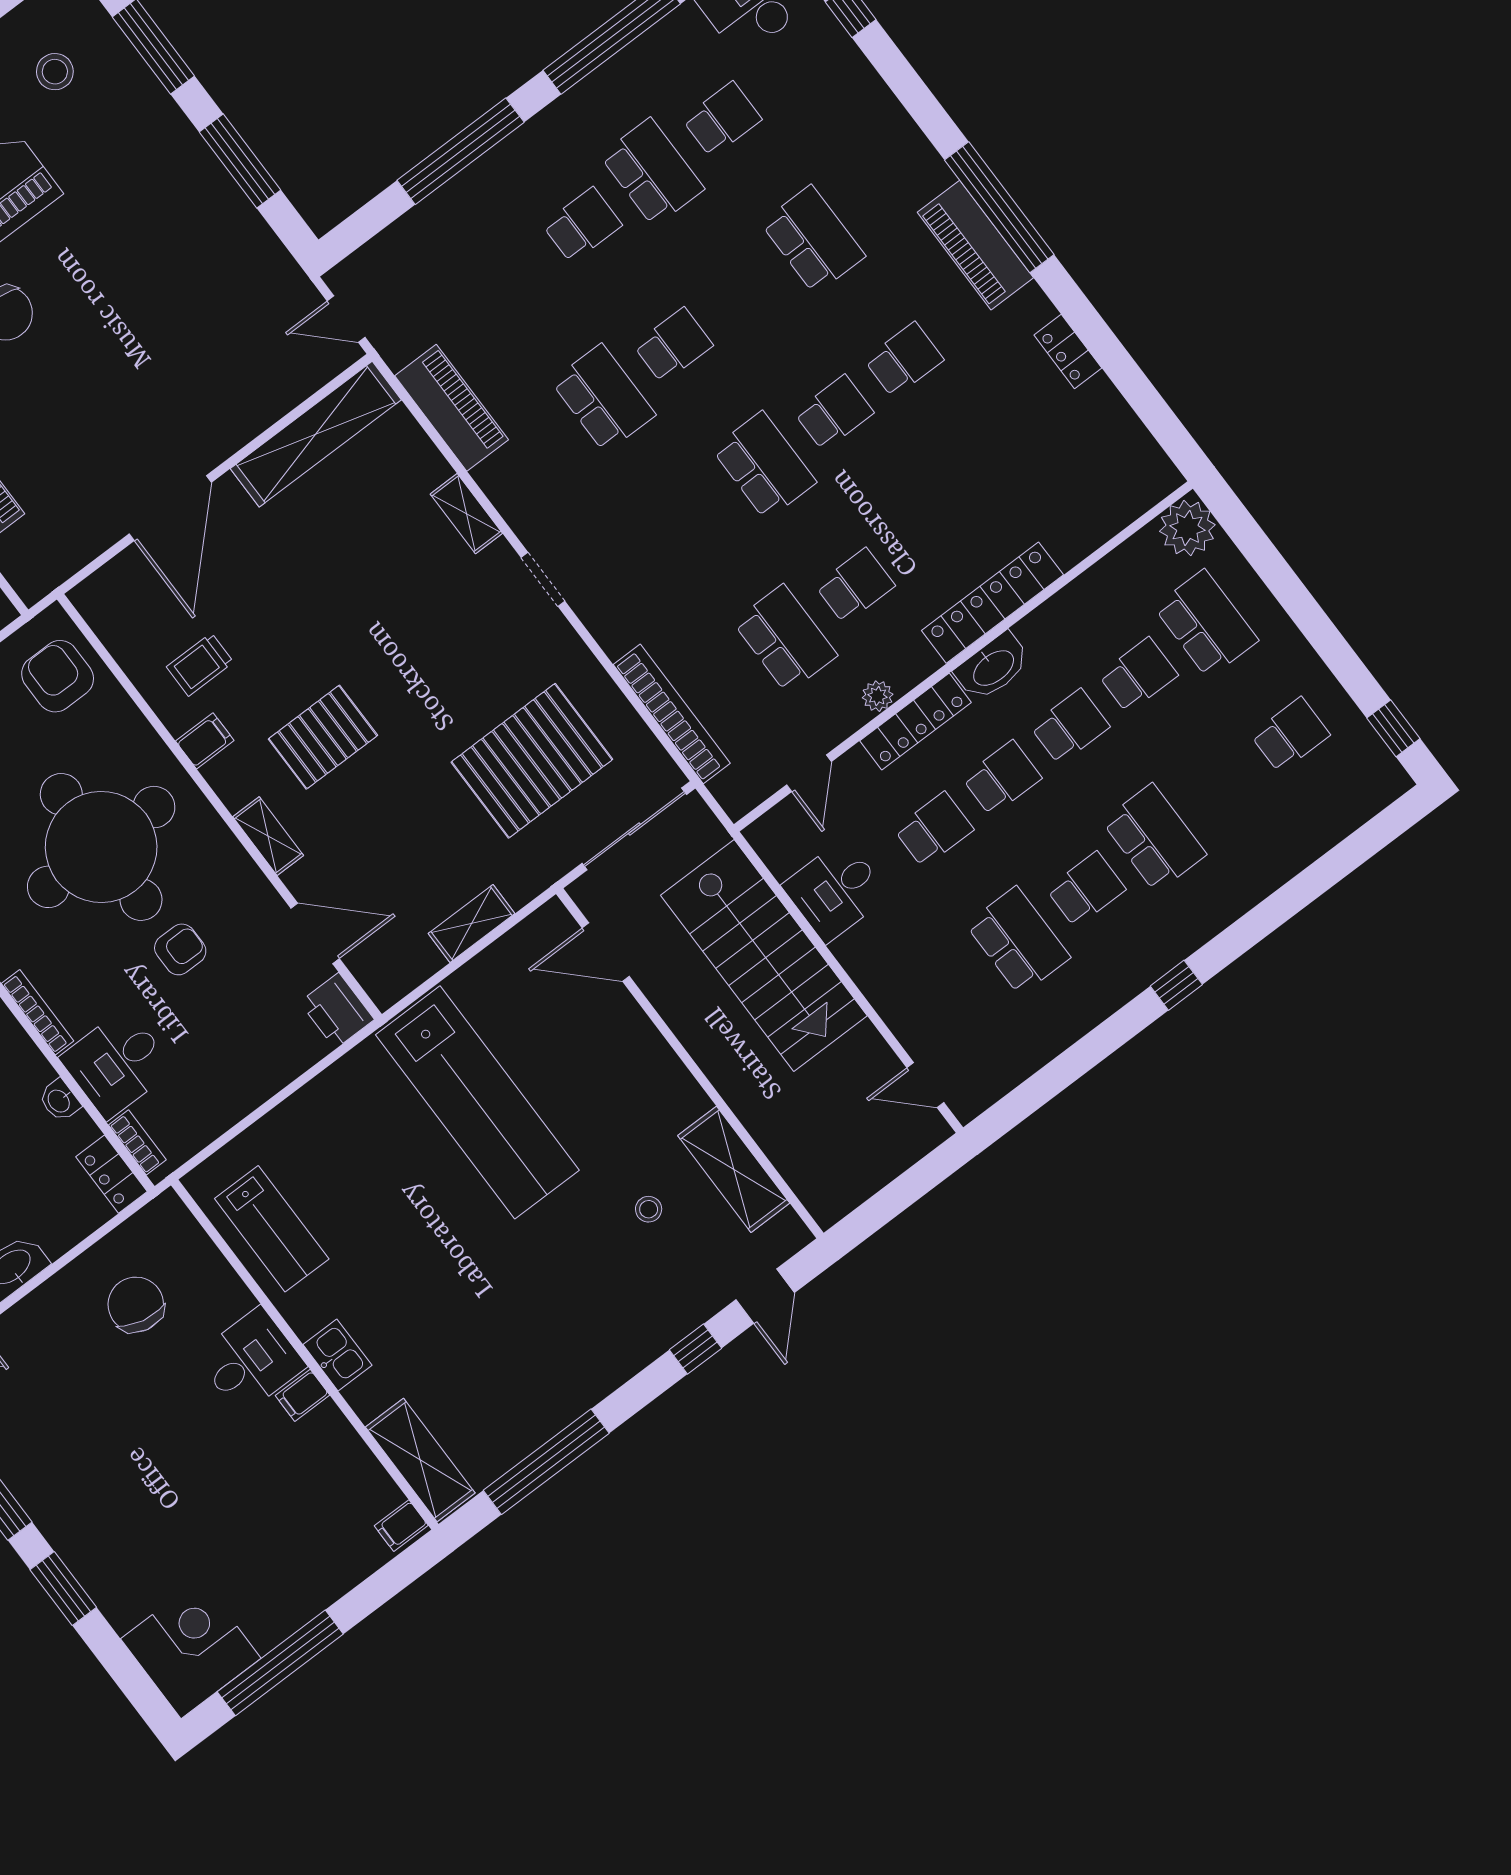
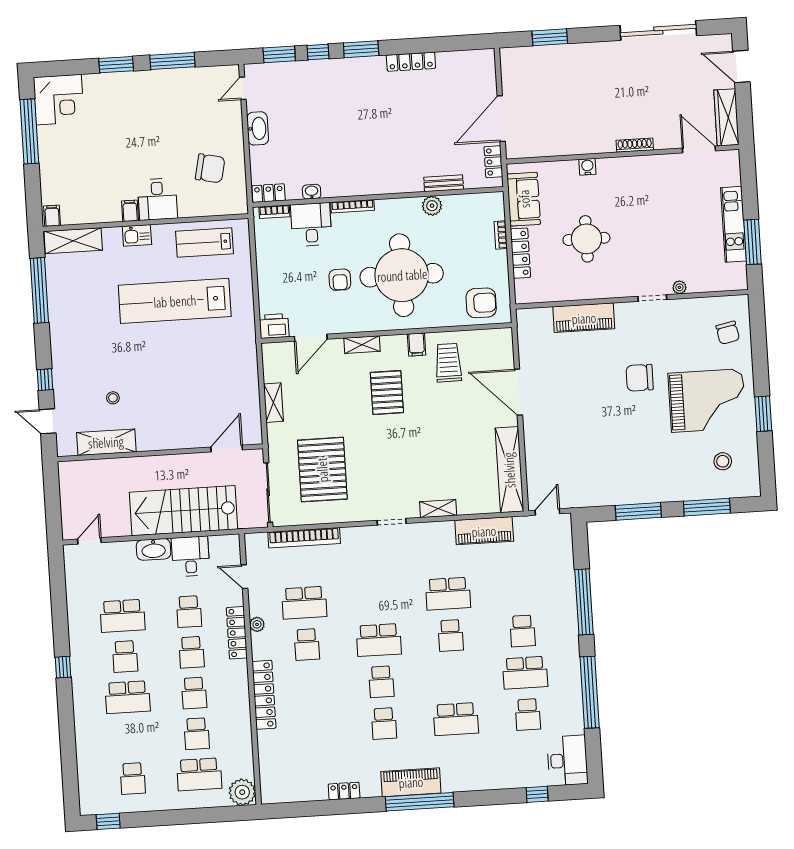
trolley: (200, 665) -> (448, 363), width x1.36, depth x1.39
washbasin: (993, 667) -> (154, 549), moved, turned -90
lab bench: (477, 1102) -> (175, 301), moved

